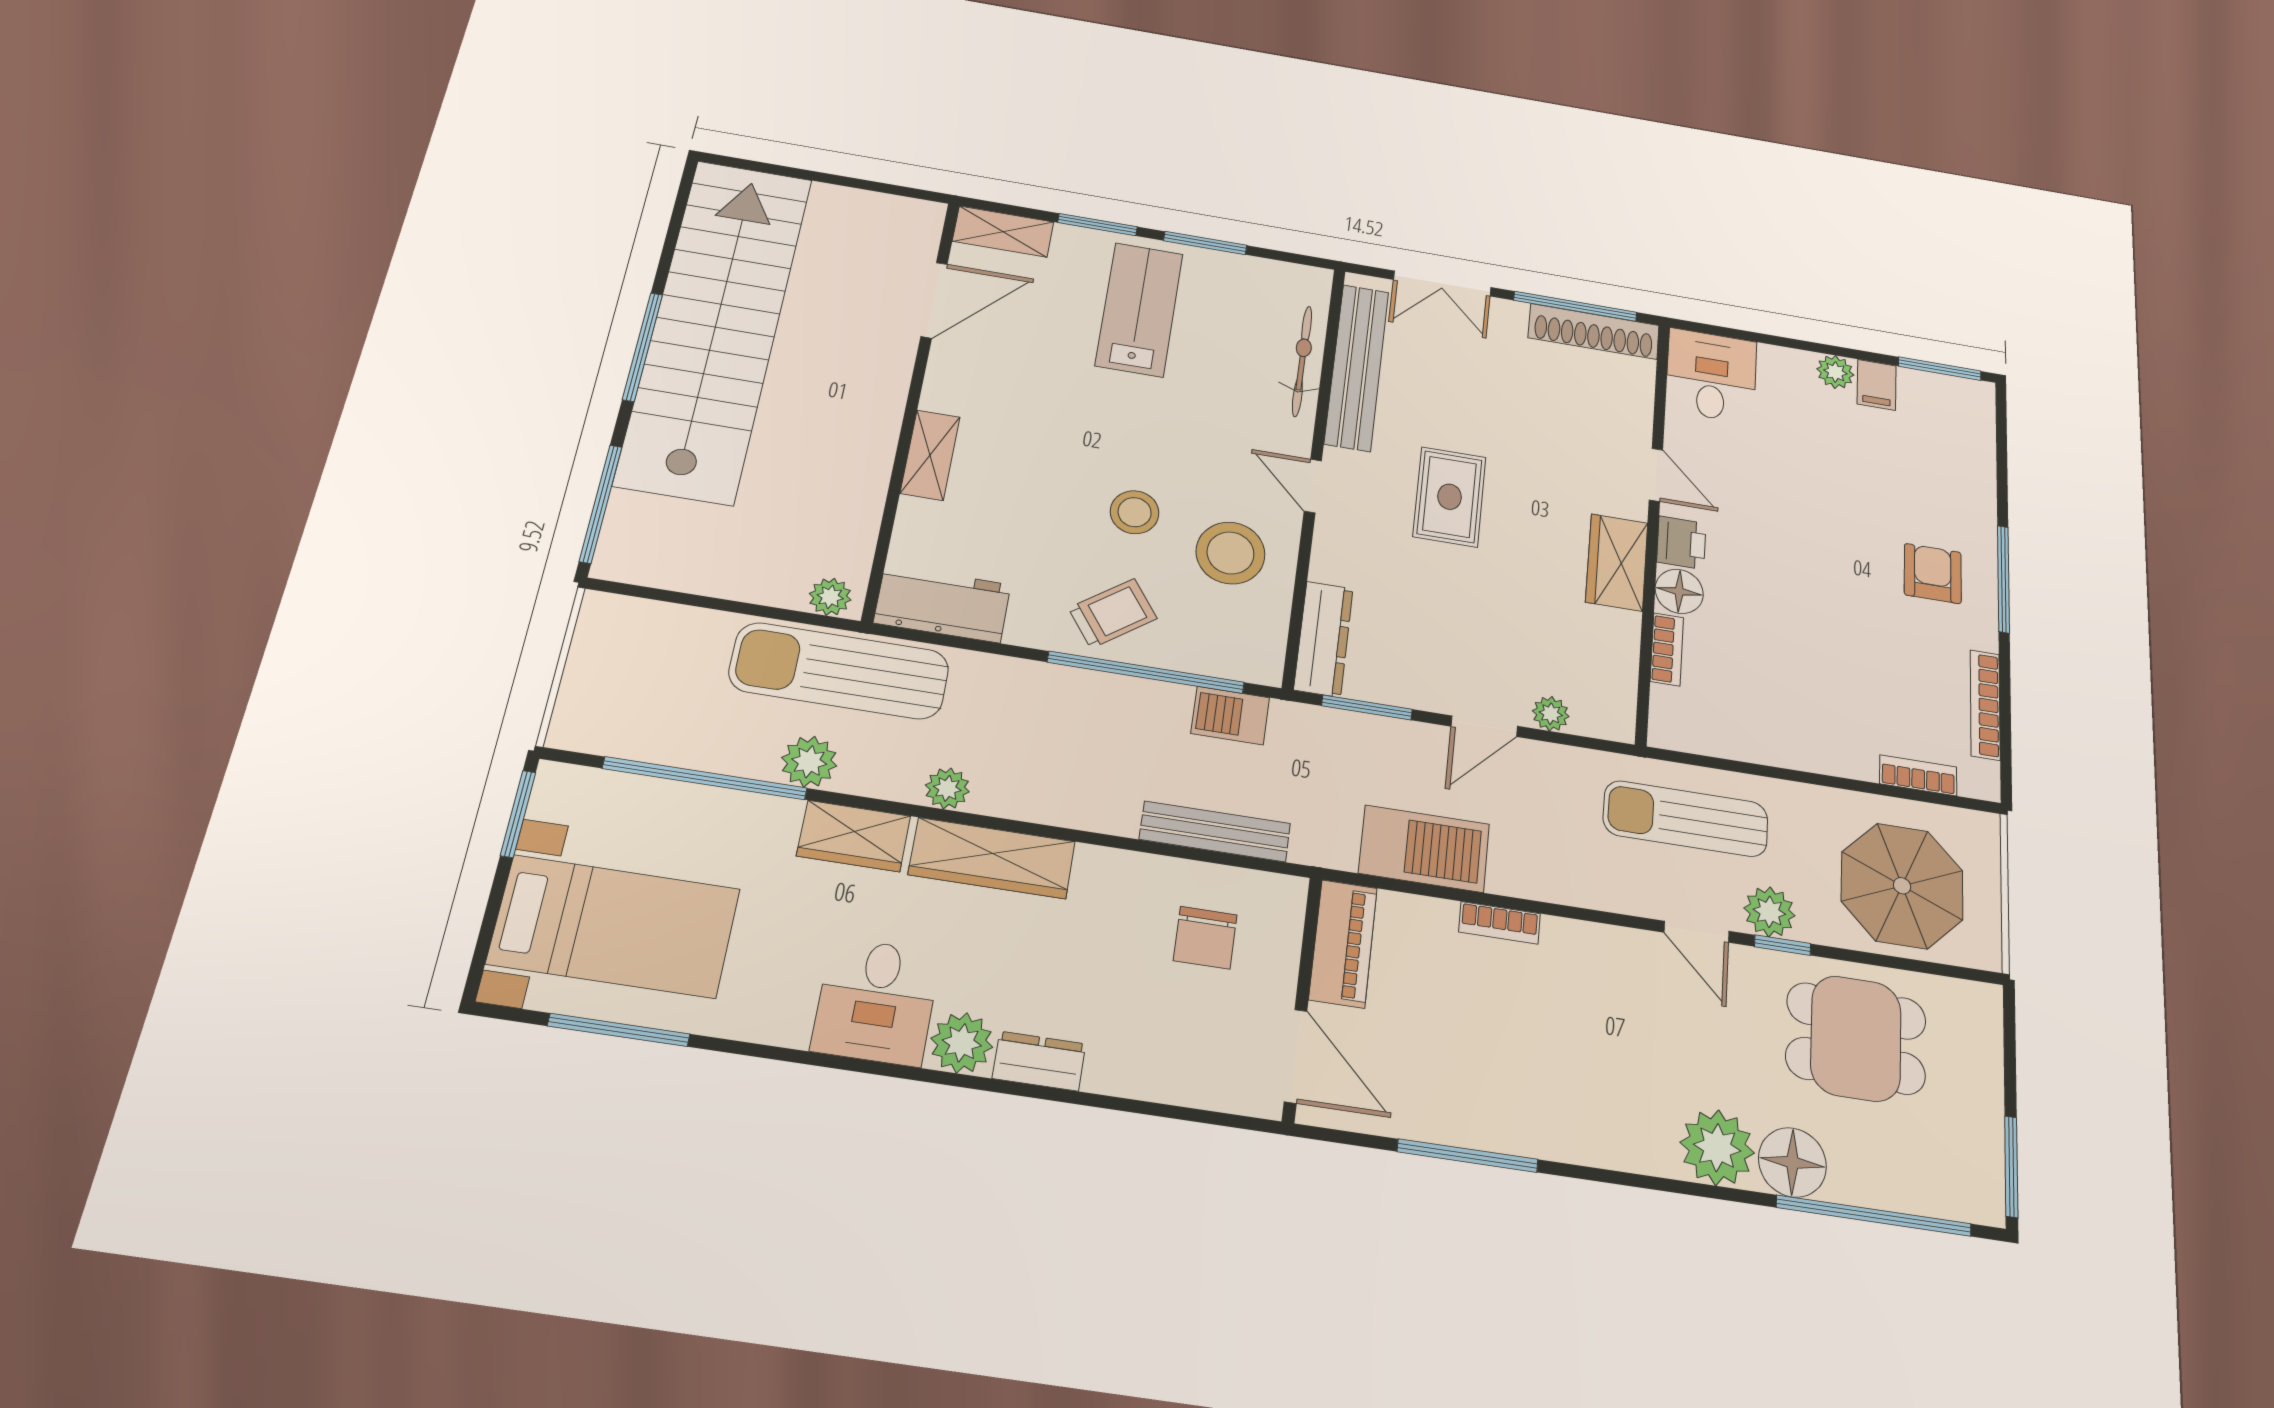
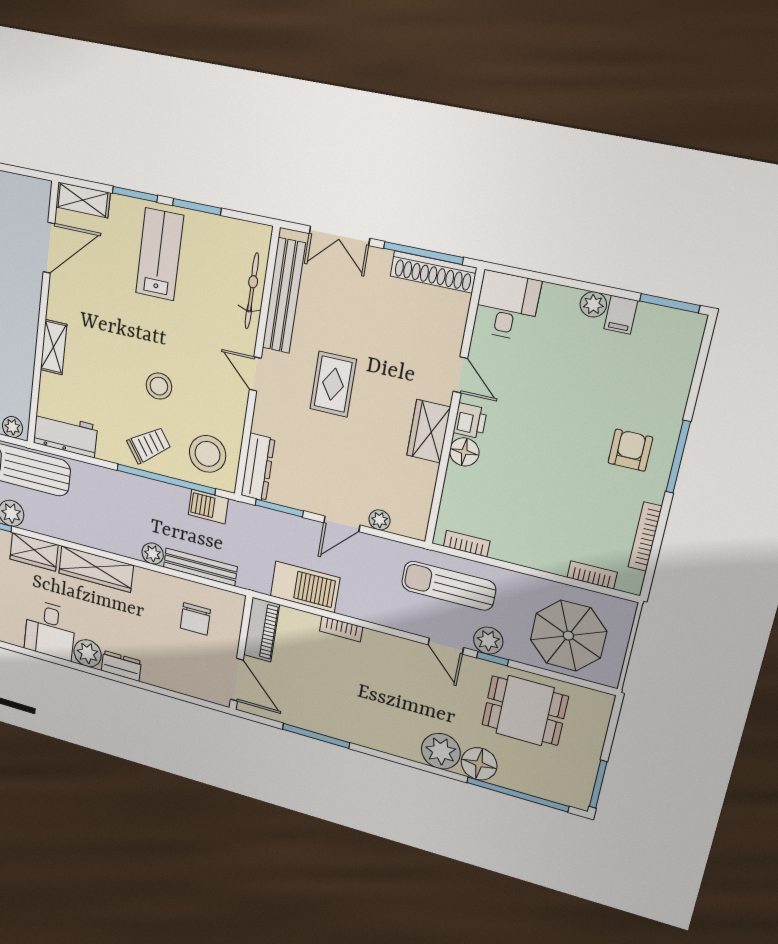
stool: (1230, 553) -> (208, 454), moved
bookcase: (1667, 649) -> (467, 544), moved, turned -90
plant: (947, 788) -> (153, 554), moved

